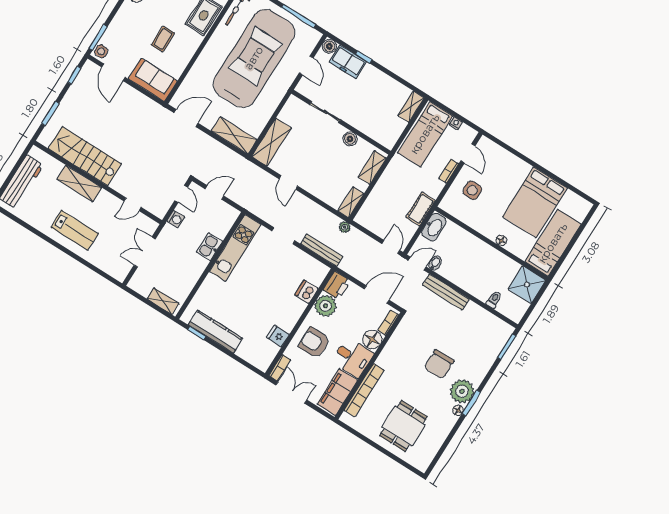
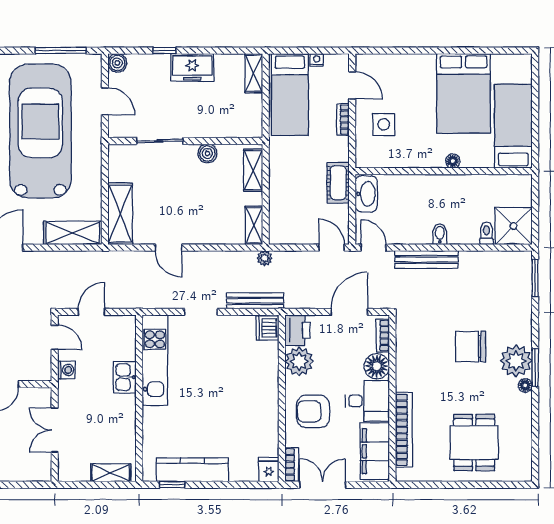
freezer: (348, 62) -> (192, 67), moved
bidet: (435, 263) -> (440, 234), moved
door: (417, 264) -> (373, 248), hinge flipped
shower: (527, 285) -> (514, 226), moved
dishwasher: (306, 292) -> (267, 328), moved
fridge: (278, 336) -> (269, 470), moved, turned 90
chair: (439, 364) -> (471, 346), turned 90

